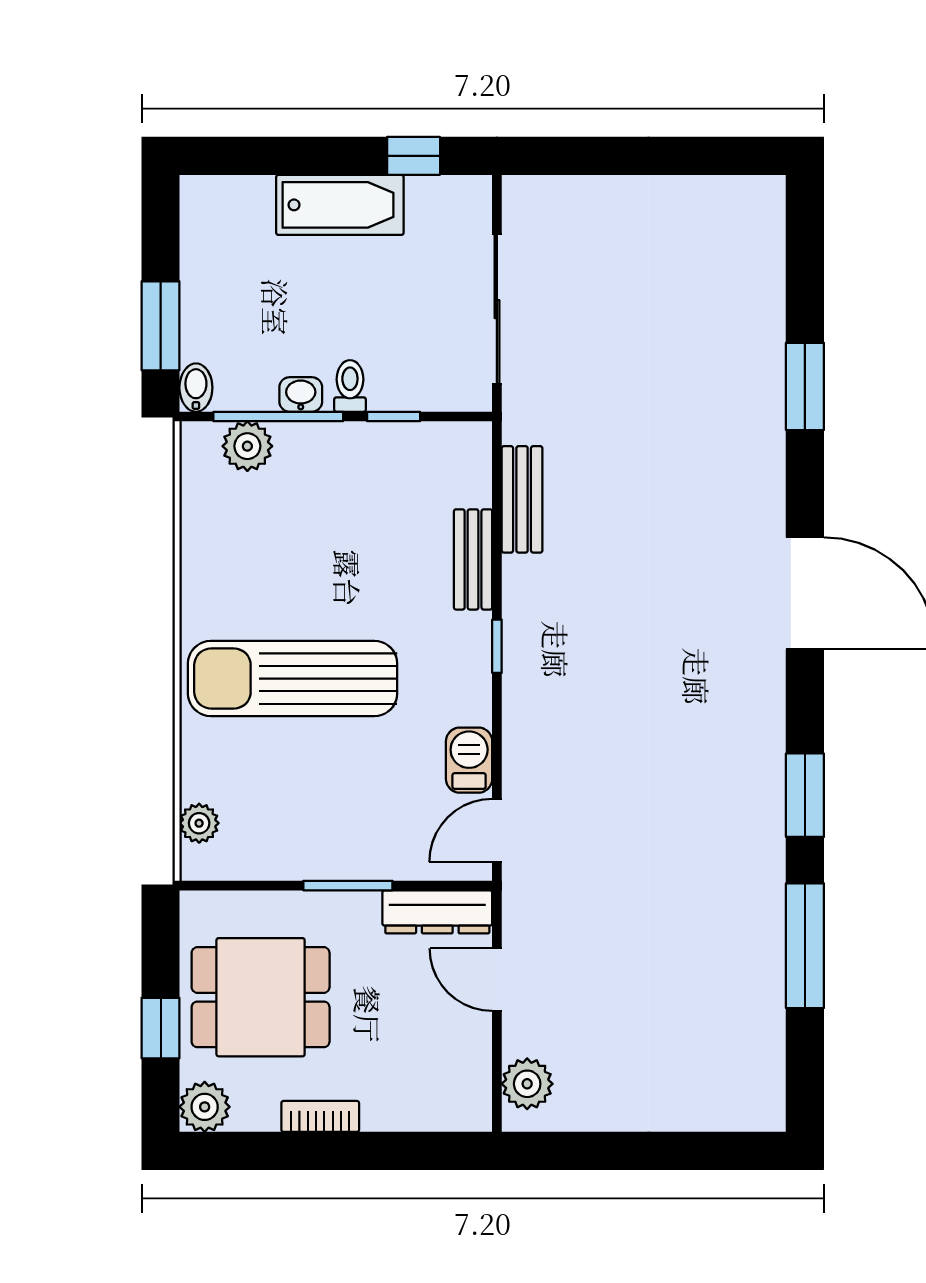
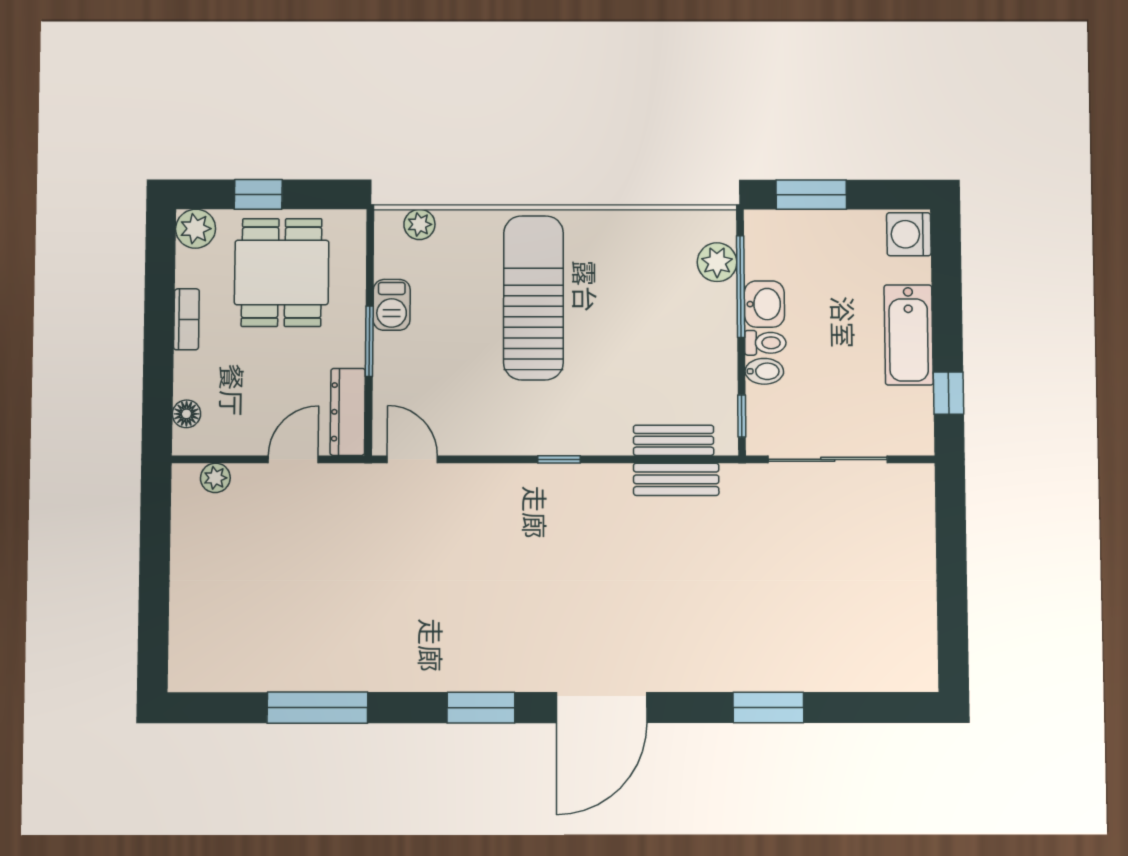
washing machine: (211, 203) -> (909, 234), added
bidet: (196, 388) -> (764, 371), moved
washbasin: (301, 394) -> (764, 304), width x1.38, depth x1.45
window: (394, 417) -> (742, 416), moved
bench: (473, 559) -> (674, 440), moved
barbecue: (469, 760) -> (392, 305), moved, turned 90
window: (805, 795) -> (481, 708), moved
plant: (527, 1084) -> (215, 478), width x0.73, depth x0.73
floor lamp: (440, 1114) -> (186, 414), added

